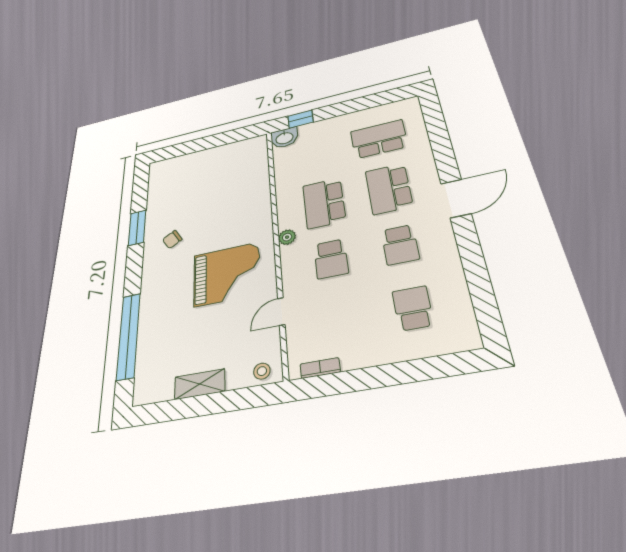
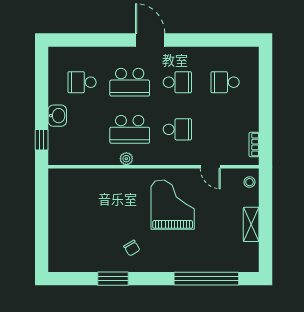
washbasin: (284, 138) -> (57, 116), moved
school desk: (379, 139) -> (82, 82), width x0.54
plant: (287, 237) -> (126, 159), moved

